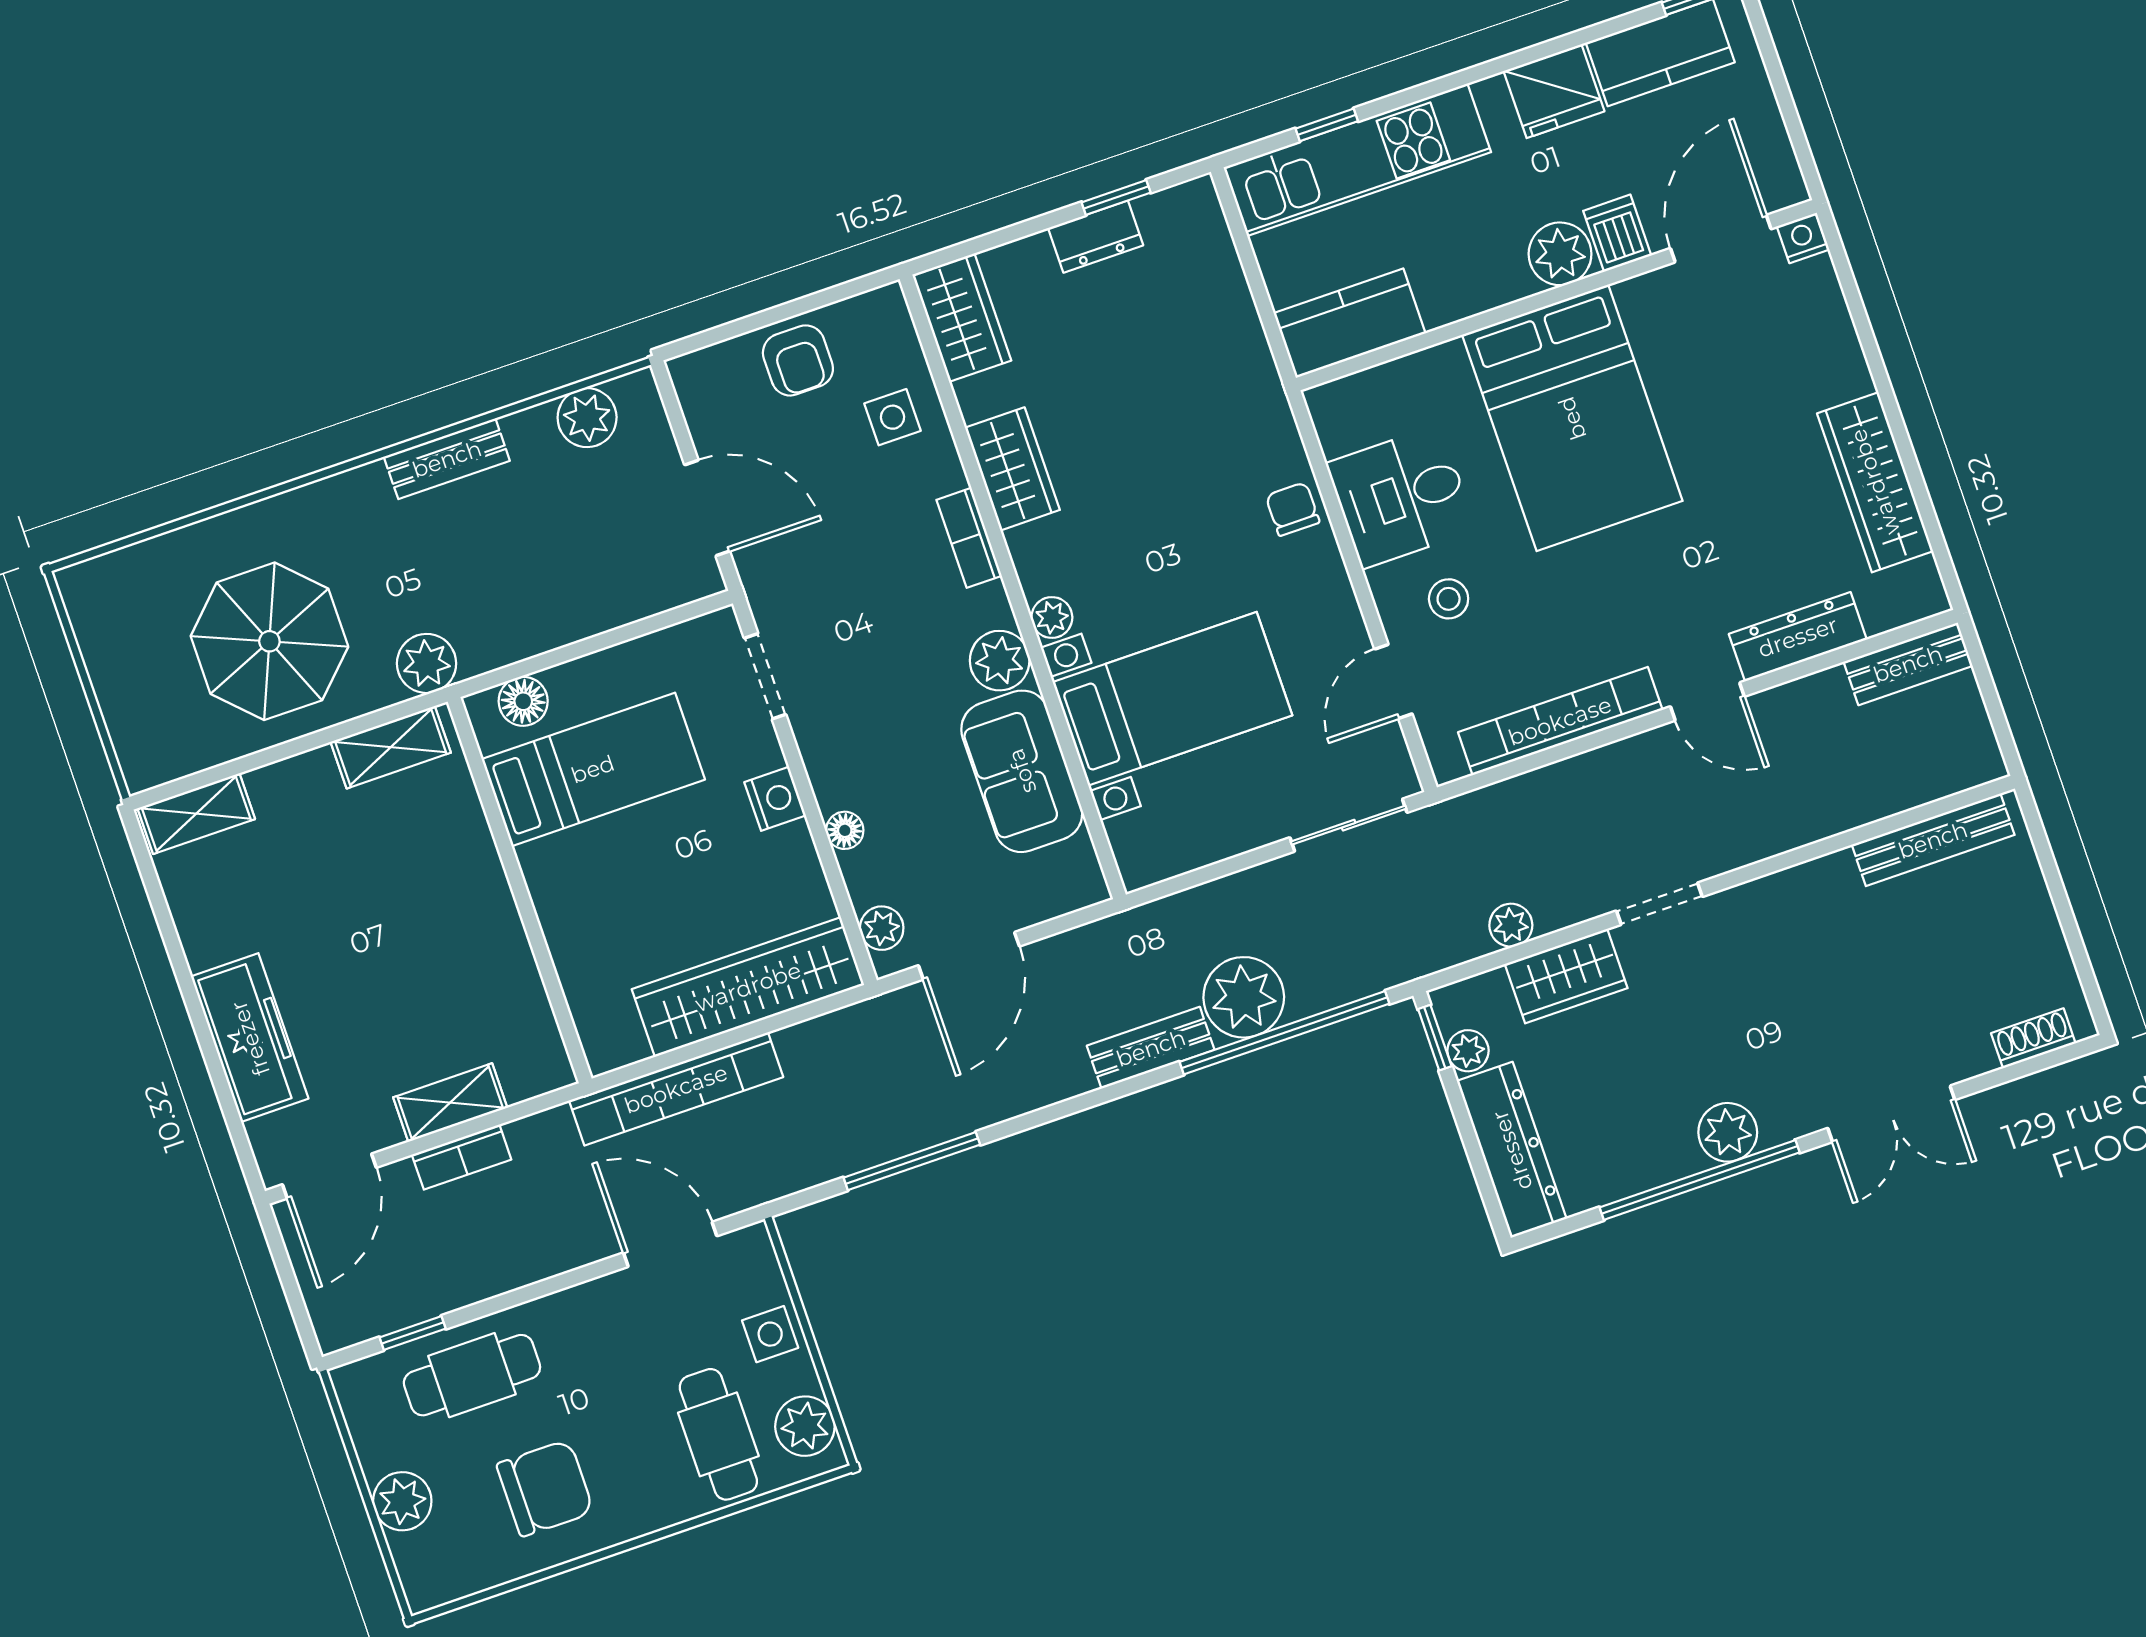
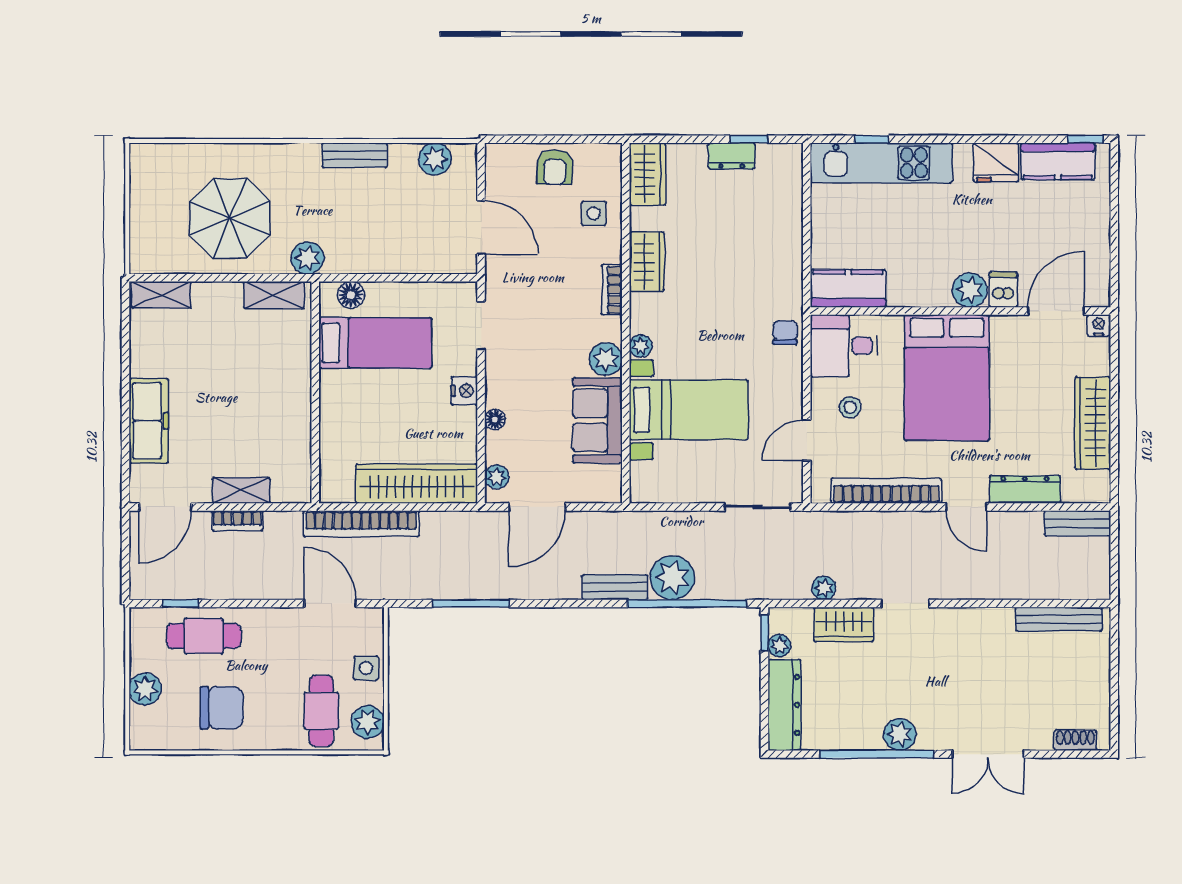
dishwasher: (1617, 233) -> (1003, 290), moved
nightstand: (1803, 238) -> (1099, 325), moved
door: (1721, 239) -> (1056, 311), moved
plant: (1560, 254) -> (970, 290), moved
wall: (1556, 295) -> (960, 311), moved
kitchen counter: (1350, 323) -> (848, 289), moved
bed: (1572, 418) -> (947, 378), moved

